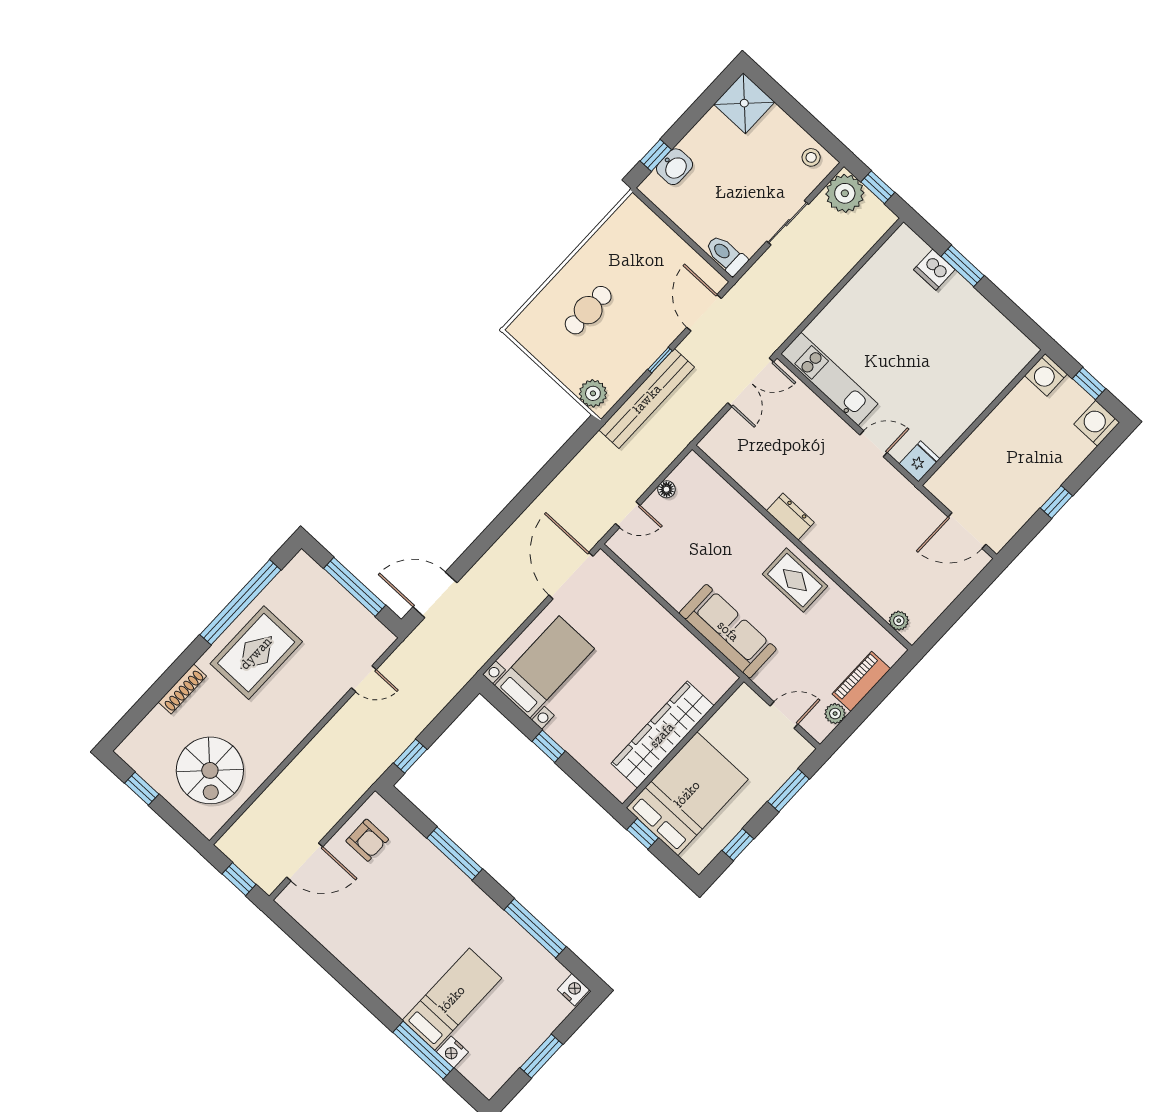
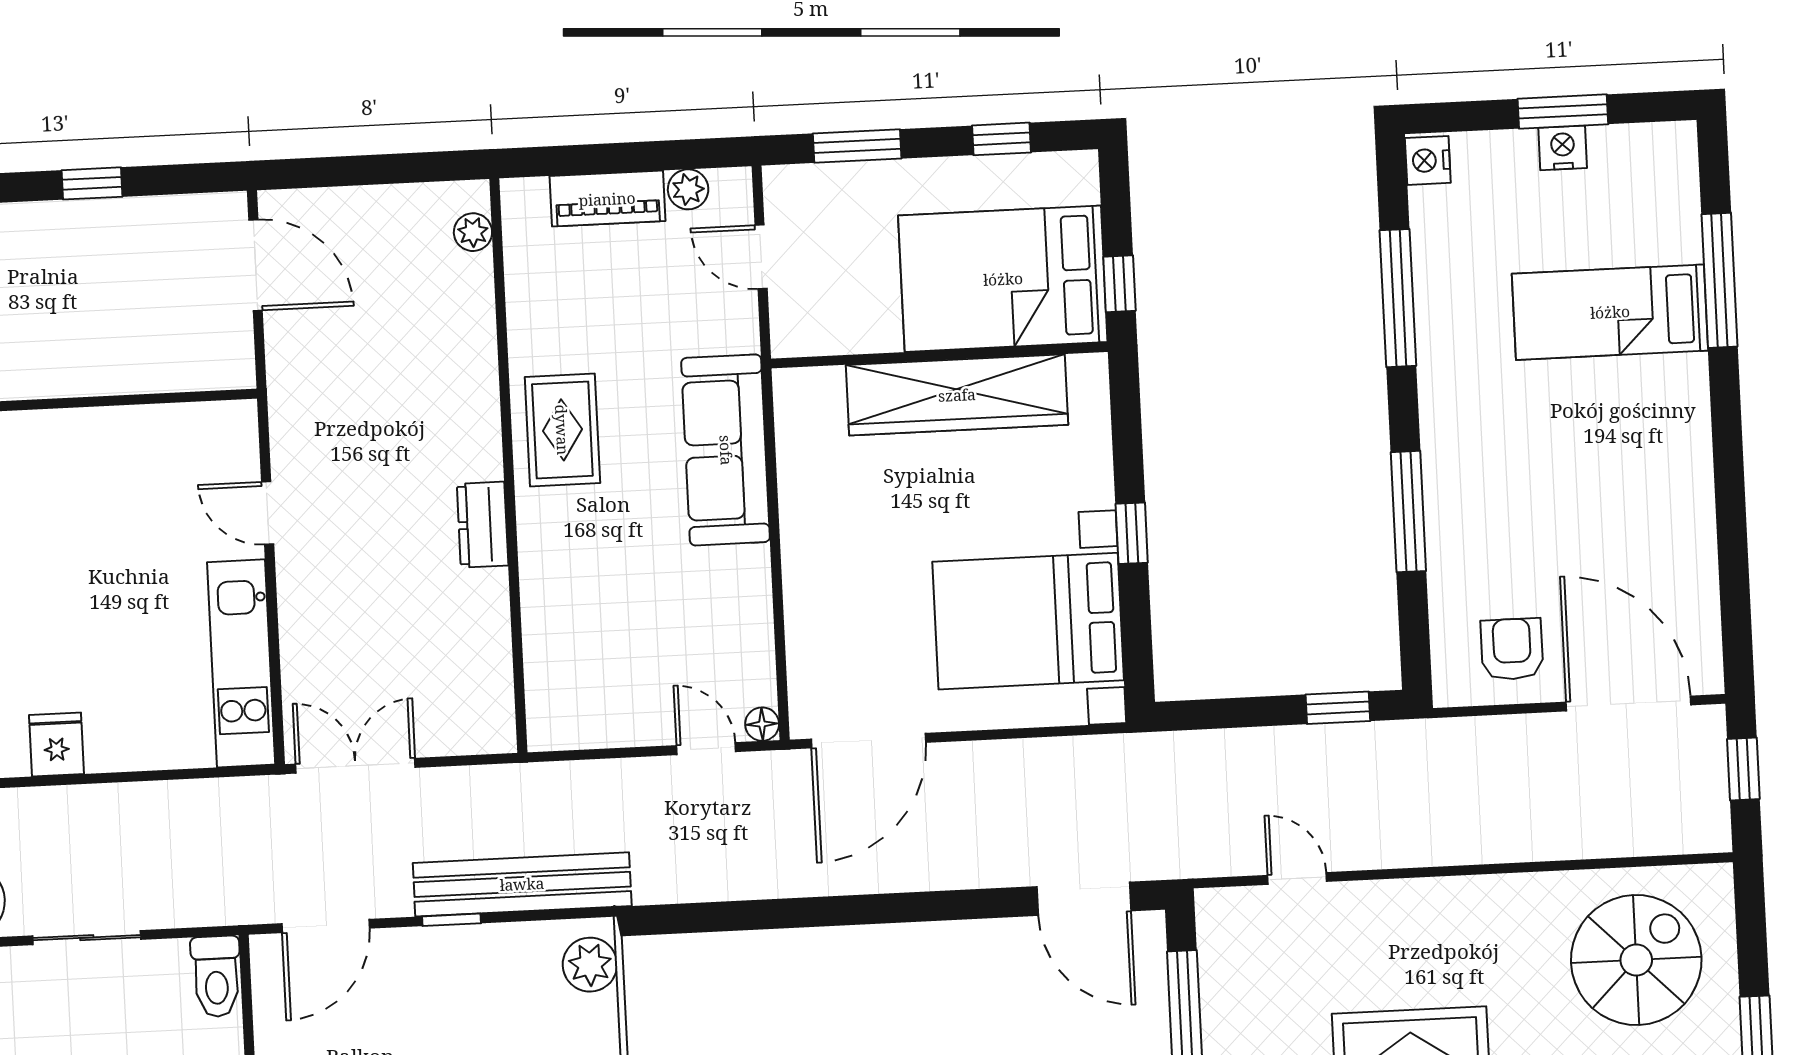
fridge: (919, 461) -> (56, 745), moved, turned 90
floor lamp: (666, 489) -> (762, 724), moved
bed with nightstands: (544, 667) -> (1028, 621), width x1.36
door: (305, 862) -> (1628, 703), width x1.36
nightstand: (452, 1052) -> (1563, 148), moved, turned -90

